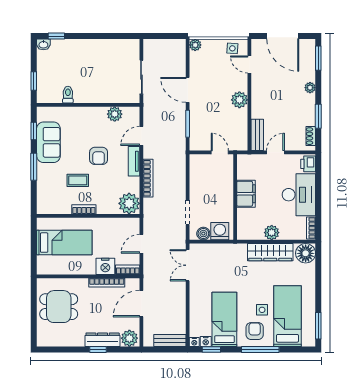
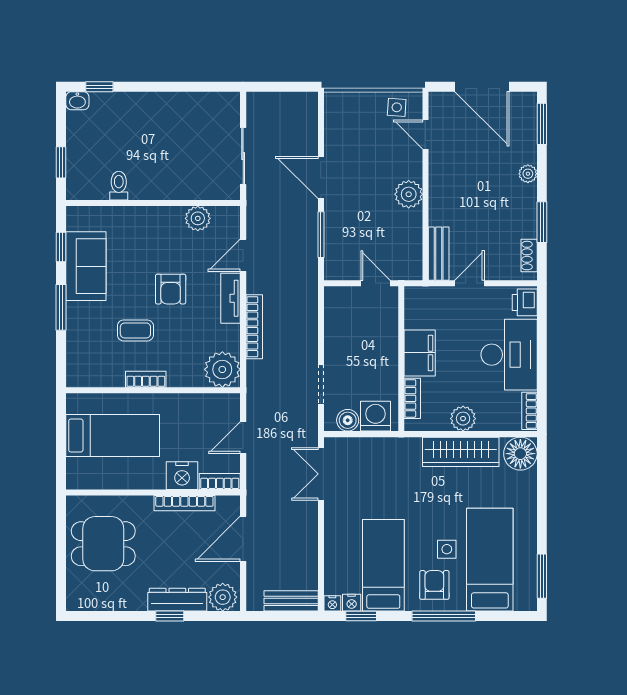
plant: (195, 45) -> (334, 102), removed
bookcase: (242, 221) -> (412, 398), added

